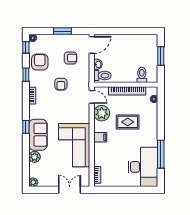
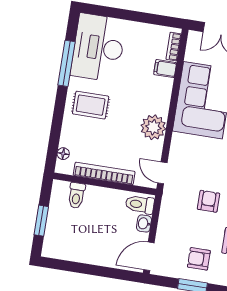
armchair: (71, 58) -> (199, 259), moved
plant: (102, 113) -> (153, 127), moved
rug: (128, 122) -> (91, 105), moved
filing cabinet: (100, 137) -> (165, 69), moved

